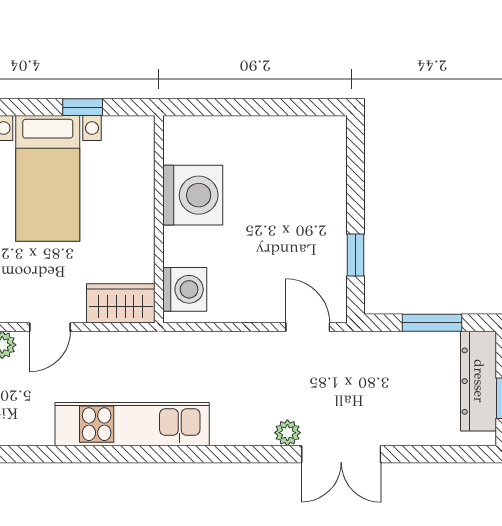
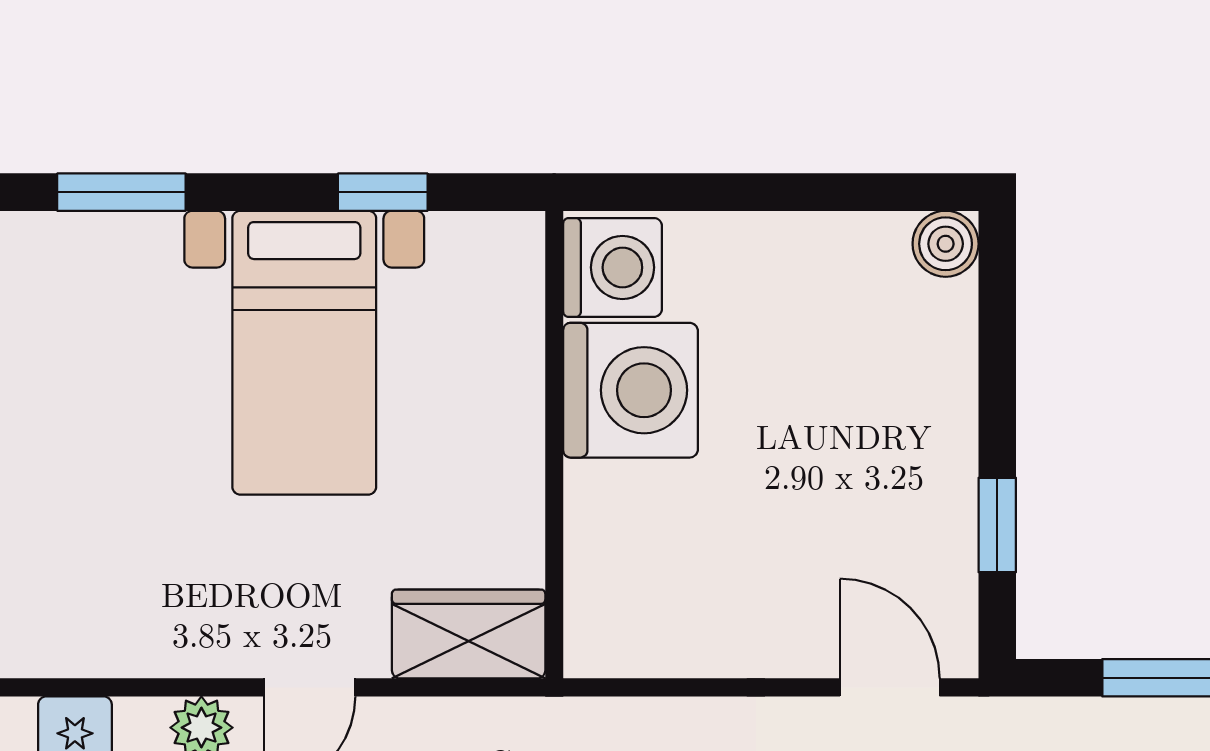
boiler: (333, 130) -> (946, 244), added
washing machine: (185, 289) -> (613, 267), moved

